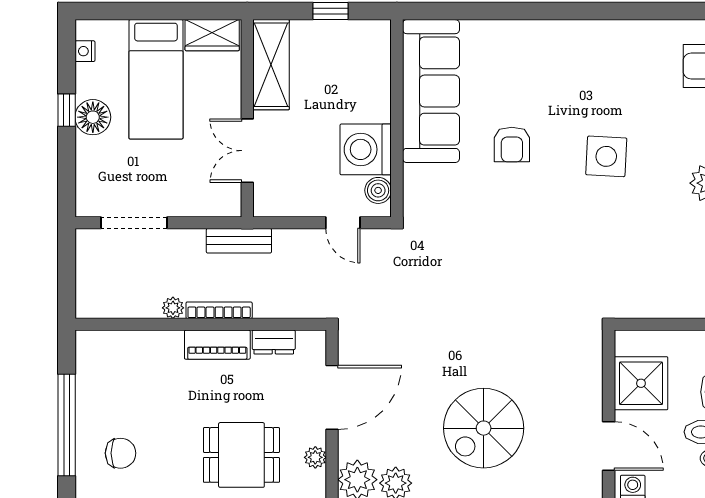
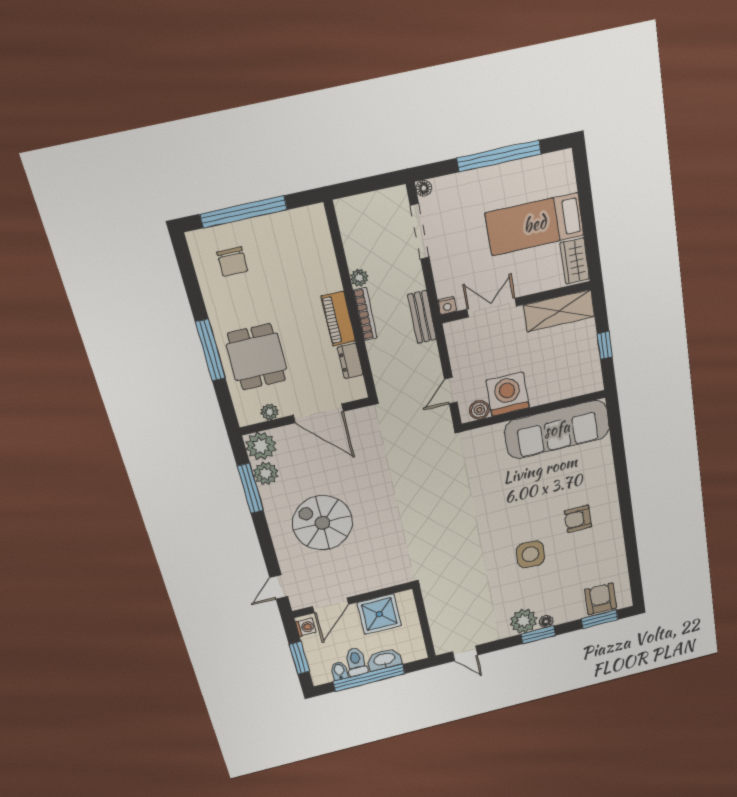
nightstand: (85, 51) -> (447, 306), moved, turned 180
window: (67, 110) -> (499, 156), width x3.17
floor lamp: (93, 117) -> (424, 188), moved, width x0.53, depth x0.53
armchair: (512, 144) -> (578, 519), moved

